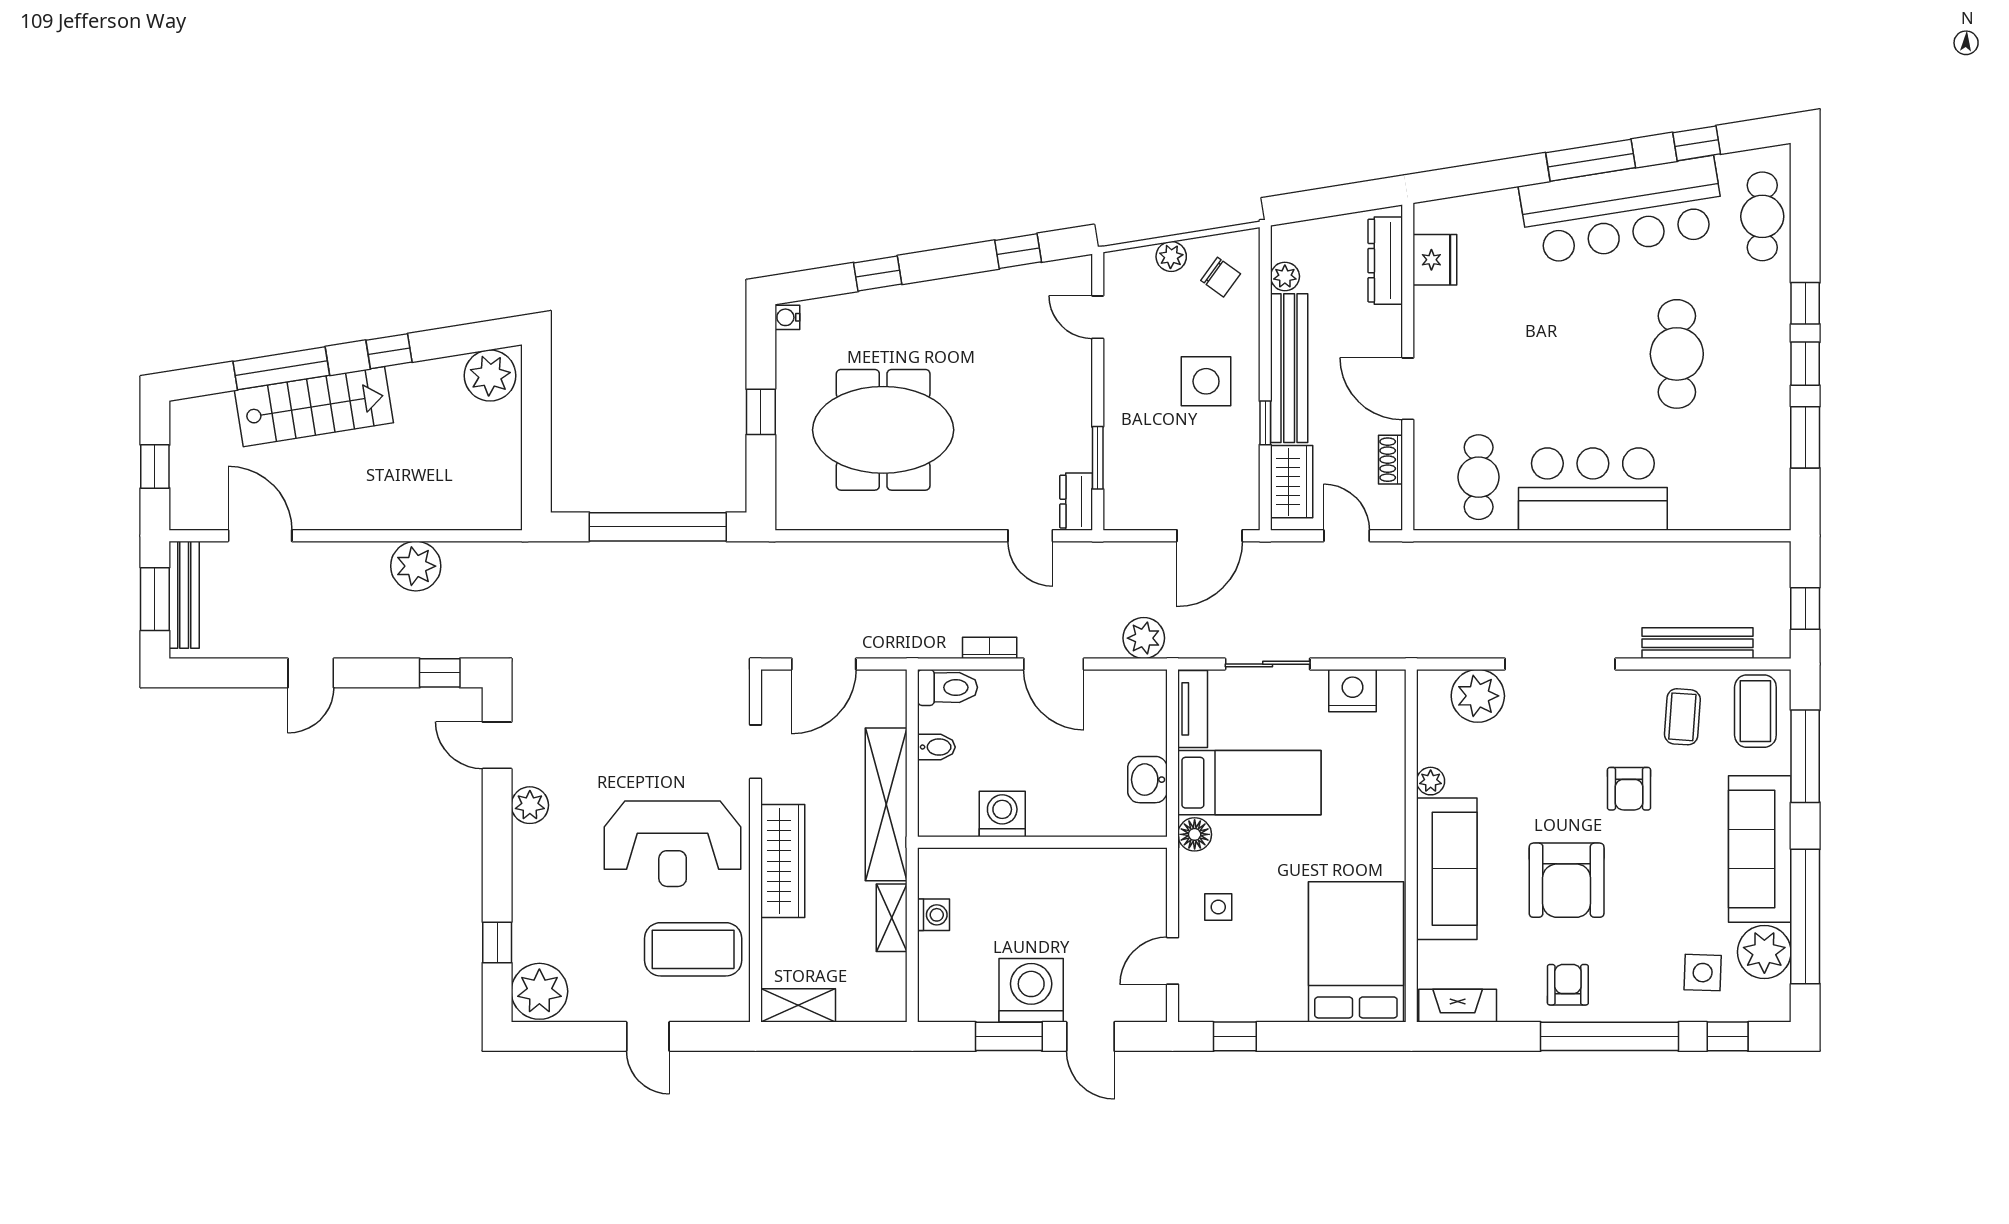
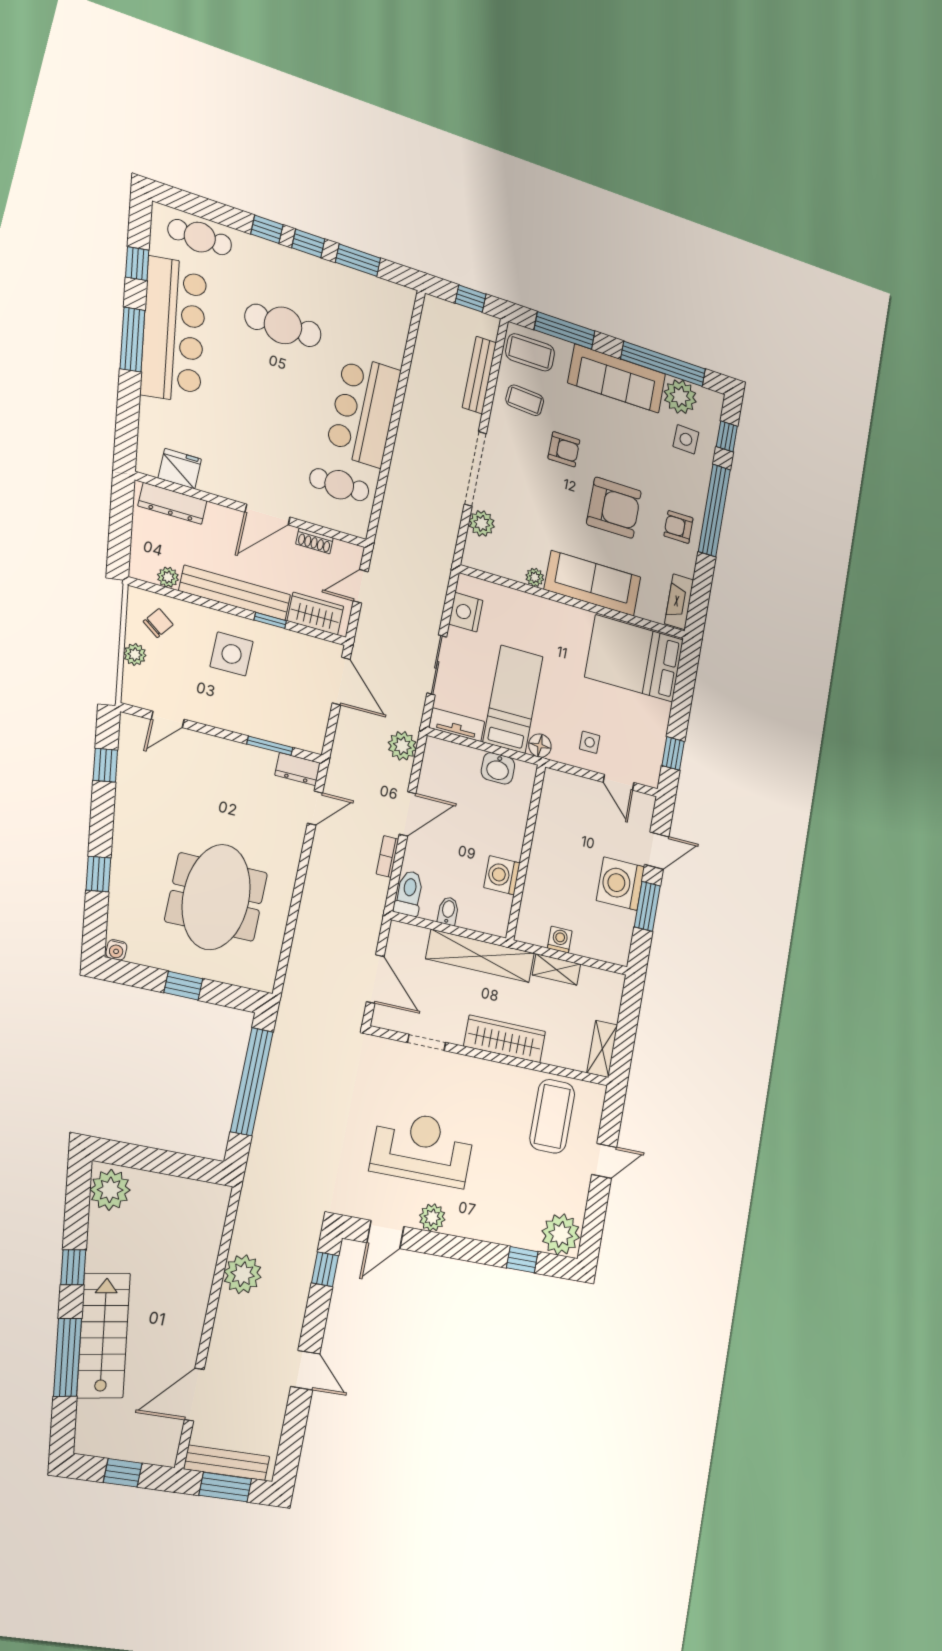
plant: (1478, 696) -> (482, 523), width x0.73, depth x0.73
reception desk: (673, 844) -> (422, 1148), moved, turned -90

